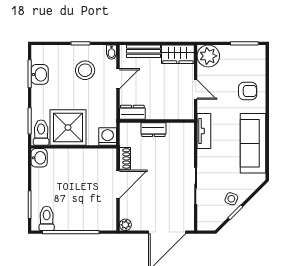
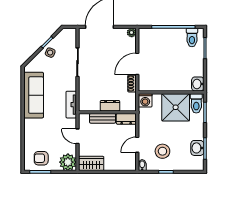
bench: (144, 51) -> (103, 118), moved
armchair: (248, 91) -> (41, 158), moved

